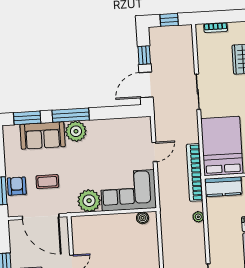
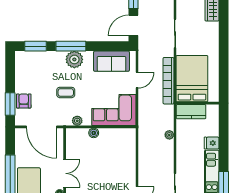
sofa: (43, 135) -> (111, 61), moved
bookcase: (195, 172) -> (168, 81), moved
coffee table: (47, 182) -> (66, 92), moved
plant: (89, 201) -> (77, 121), width x0.53, depth x0.53
boiler: (143, 218) -> (94, 133), moved

